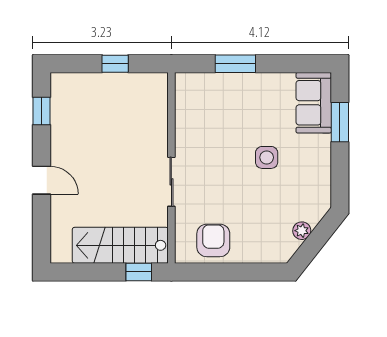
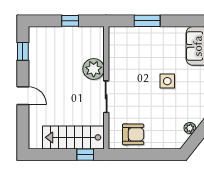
plant: (152, 139) -> (94, 69), added
armchair: (213, 240) -> (133, 134), turned 90

